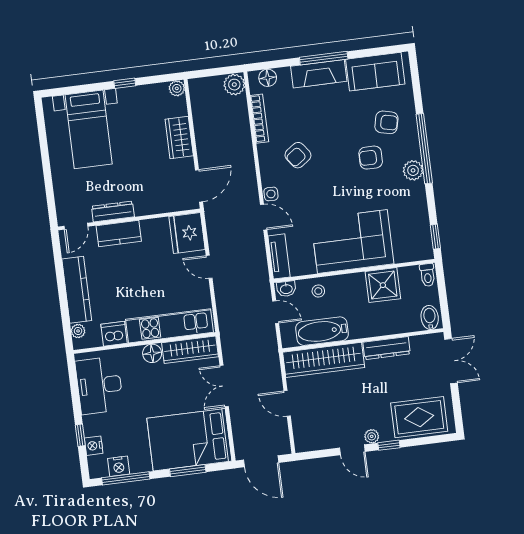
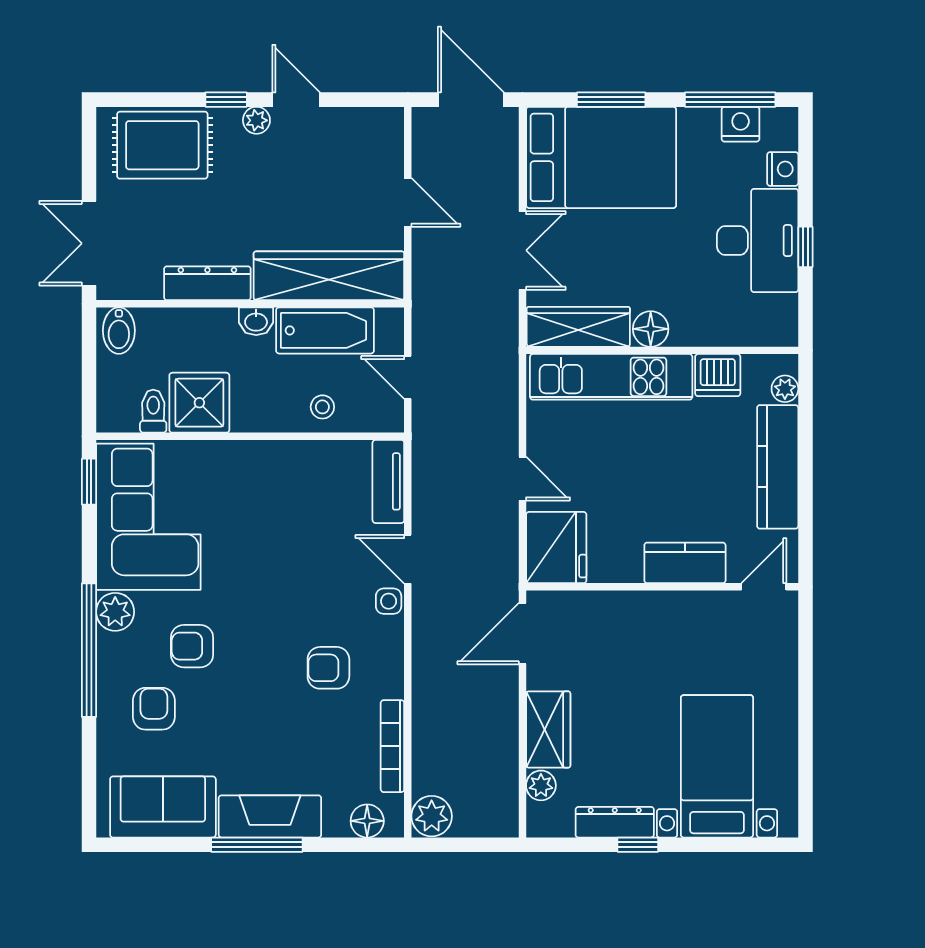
plant: (177, 88) -> (541, 785), moved
armchair: (386, 122) -> (154, 709), turned 77
armchair: (298, 155) -> (328, 668), turned -144
armchair: (371, 158) -> (192, 646), turned 180
dresser: (113, 212) -> (615, 822), moved, turned 180
corner sofa: (352, 242) -> (148, 517), moved, turned -90
toilet: (427, 275) -> (153, 411), moved
washbasin: (286, 289) -> (256, 321), moved, turned 180
desk: (99, 385) -> (758, 240), moved
window: (80, 435) -> (805, 247), moved

